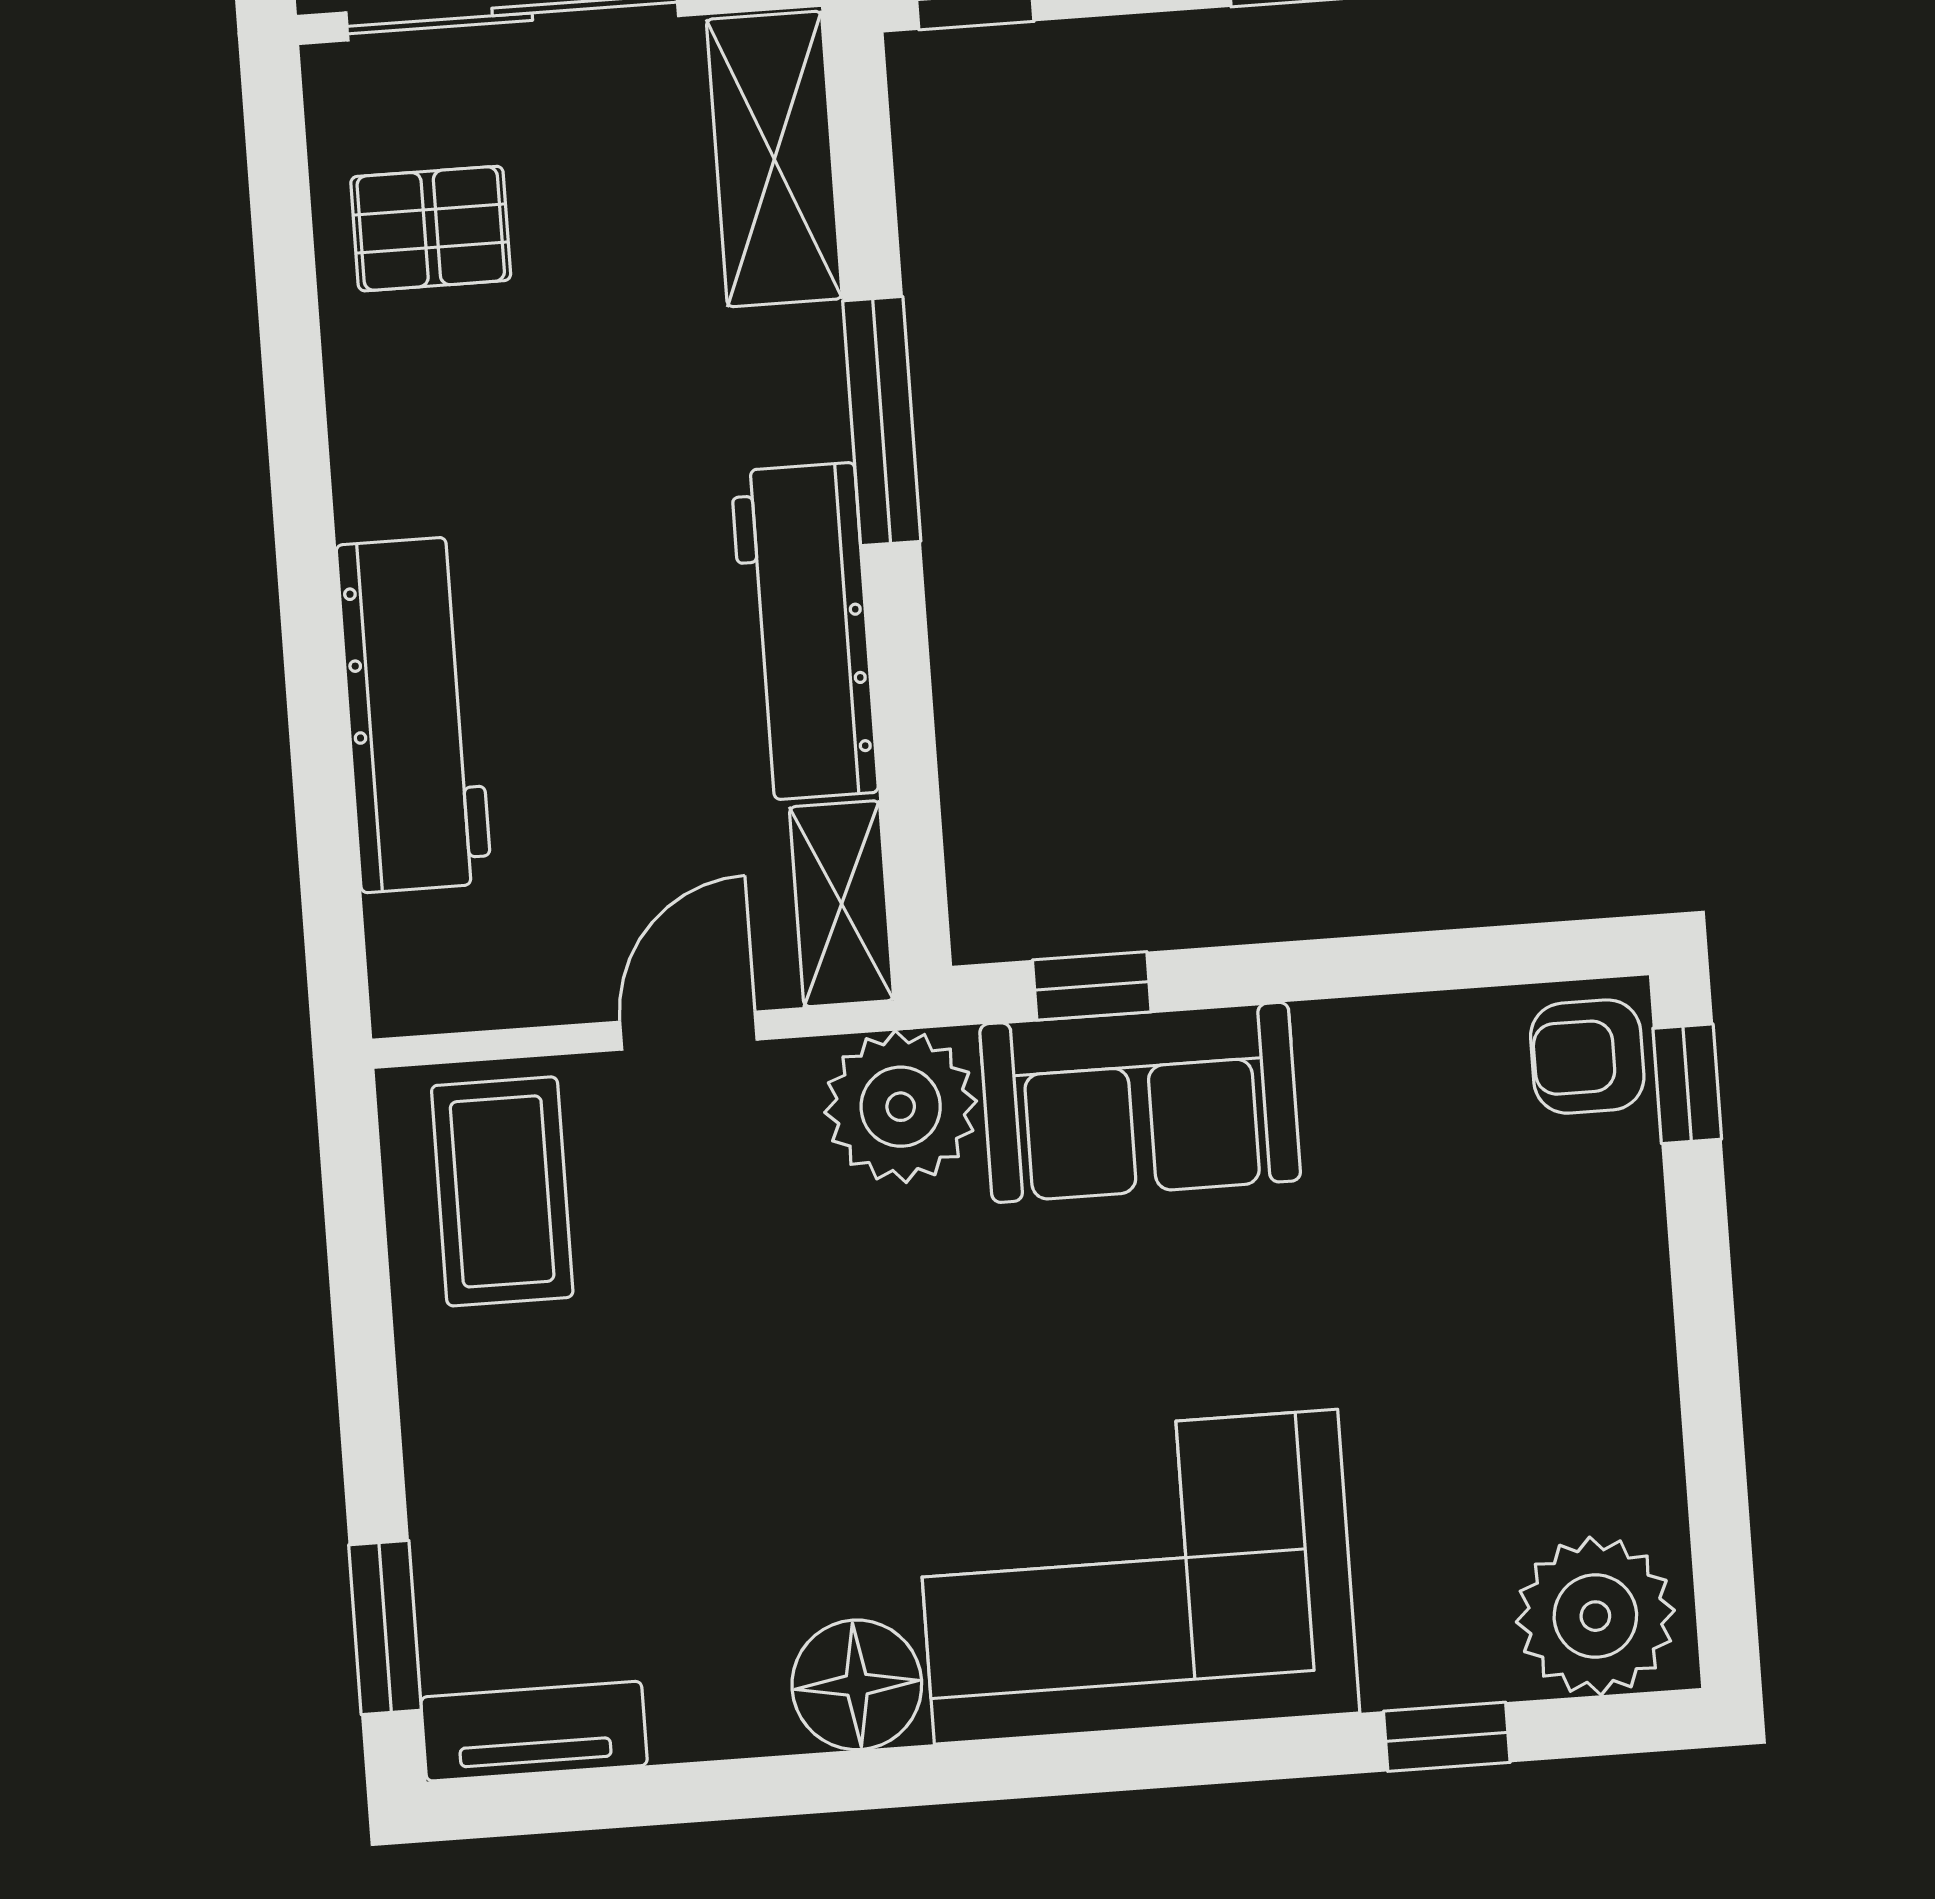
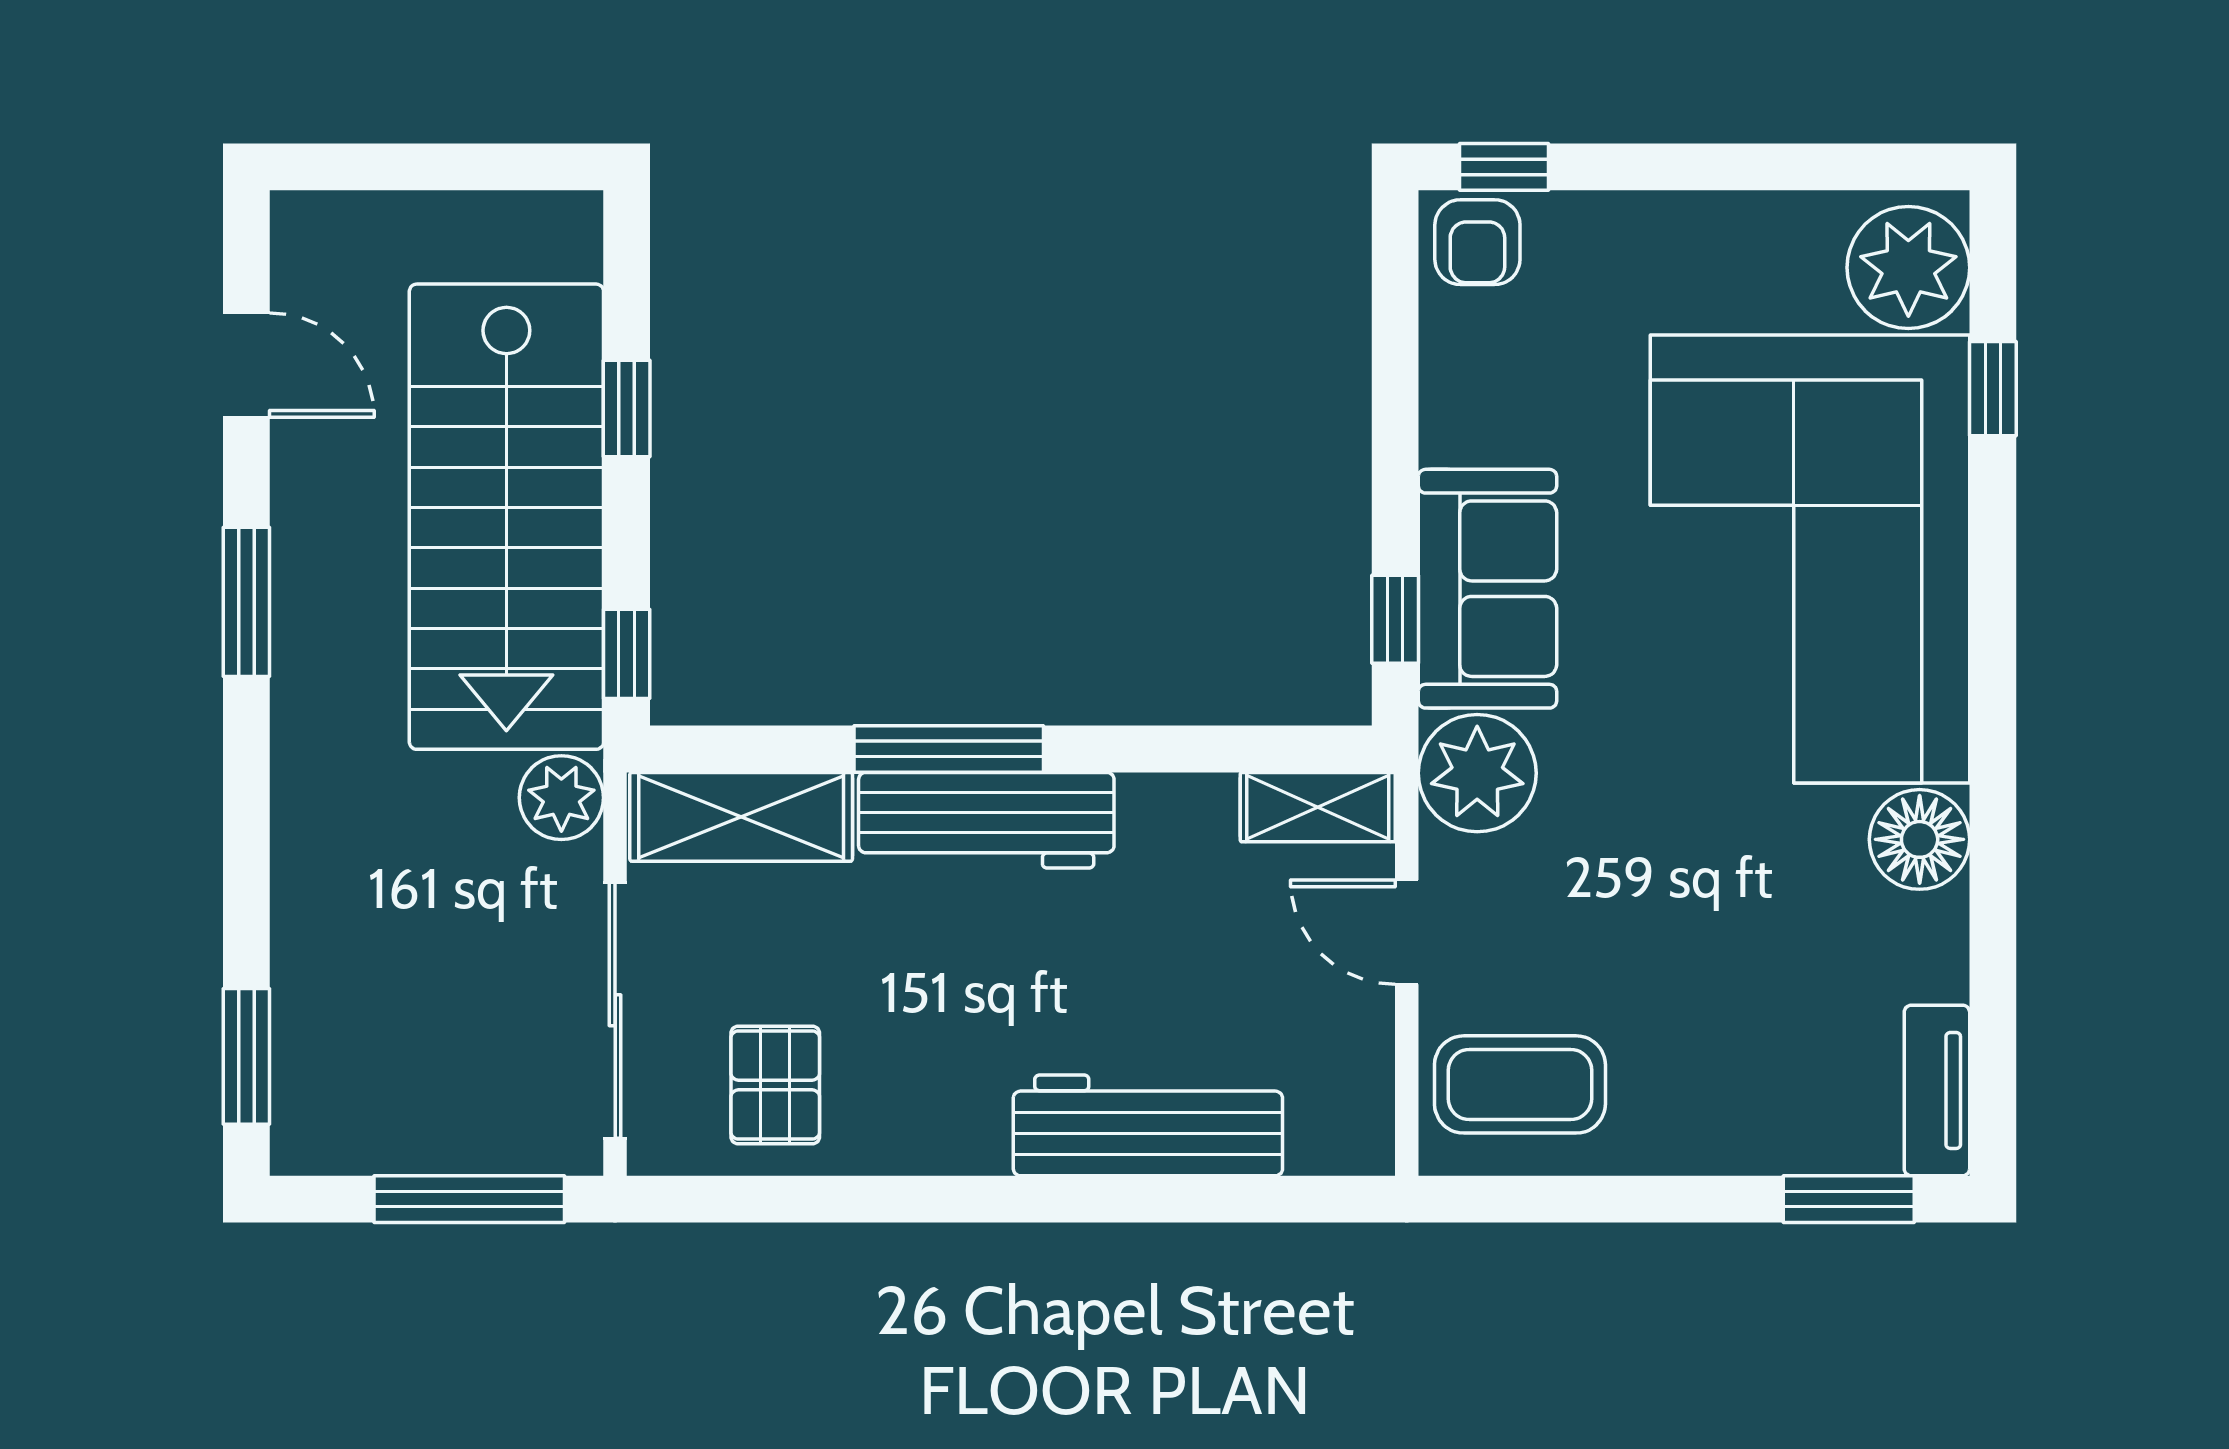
workbench: (805, 632) -> (986, 820), moved
corner sofa: (1136, 1577) -> (1810, 559), width x1.36, depth x1.36

